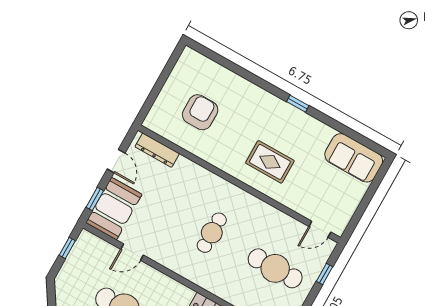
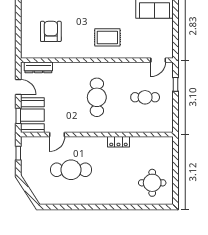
cafe table: (212, 233) -> (97, 97), width x1.37, depth x1.35
cafe table: (275, 268) -> (145, 97), width x0.73, depth x0.74

